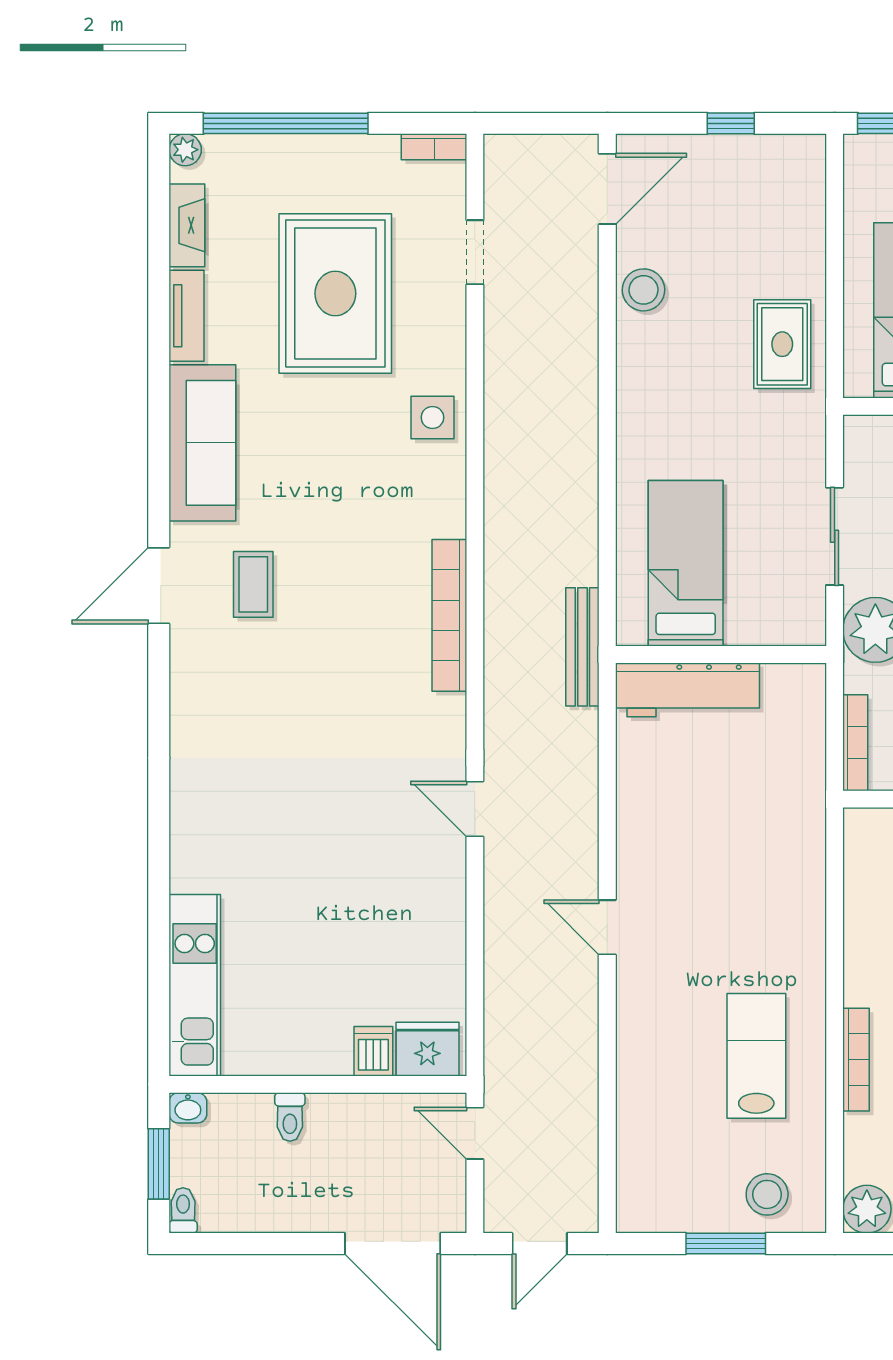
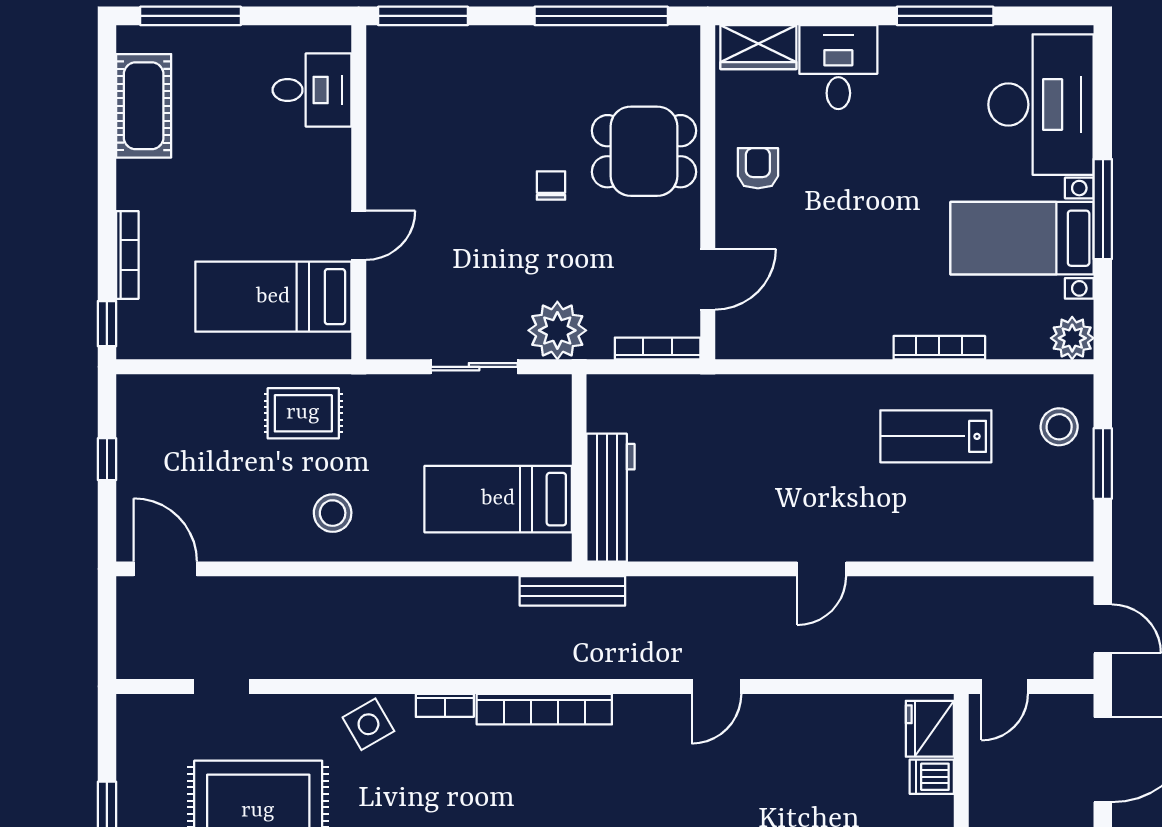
bookcase: (434, 147) -> (445, 705), moved, turned 90
stool: (644, 290) -> (333, 513), moved
side table: (432, 417) -> (368, 724), turned -30

